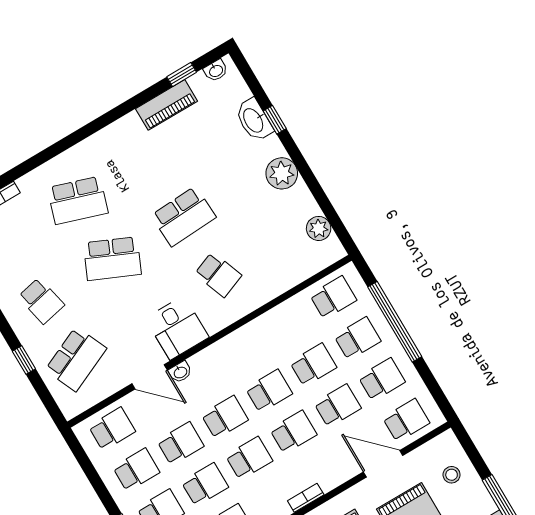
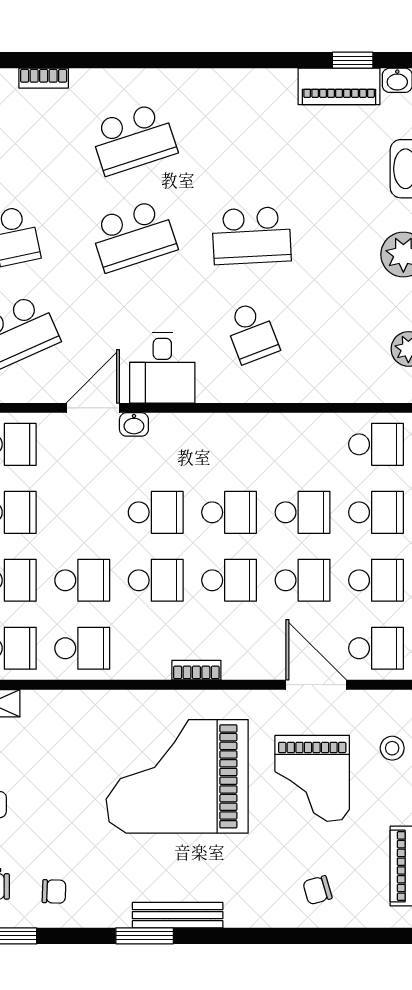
piano: (167, 105) -> (339, 86), moved
school desk: (78, 200) -> (133, 139), turned -36
school desk: (112, 259) -> (133, 236), turned -42
door: (149, 377) -> (93, 408), swing flipped
school desk: (181, 444) -> (82, 512), removed

